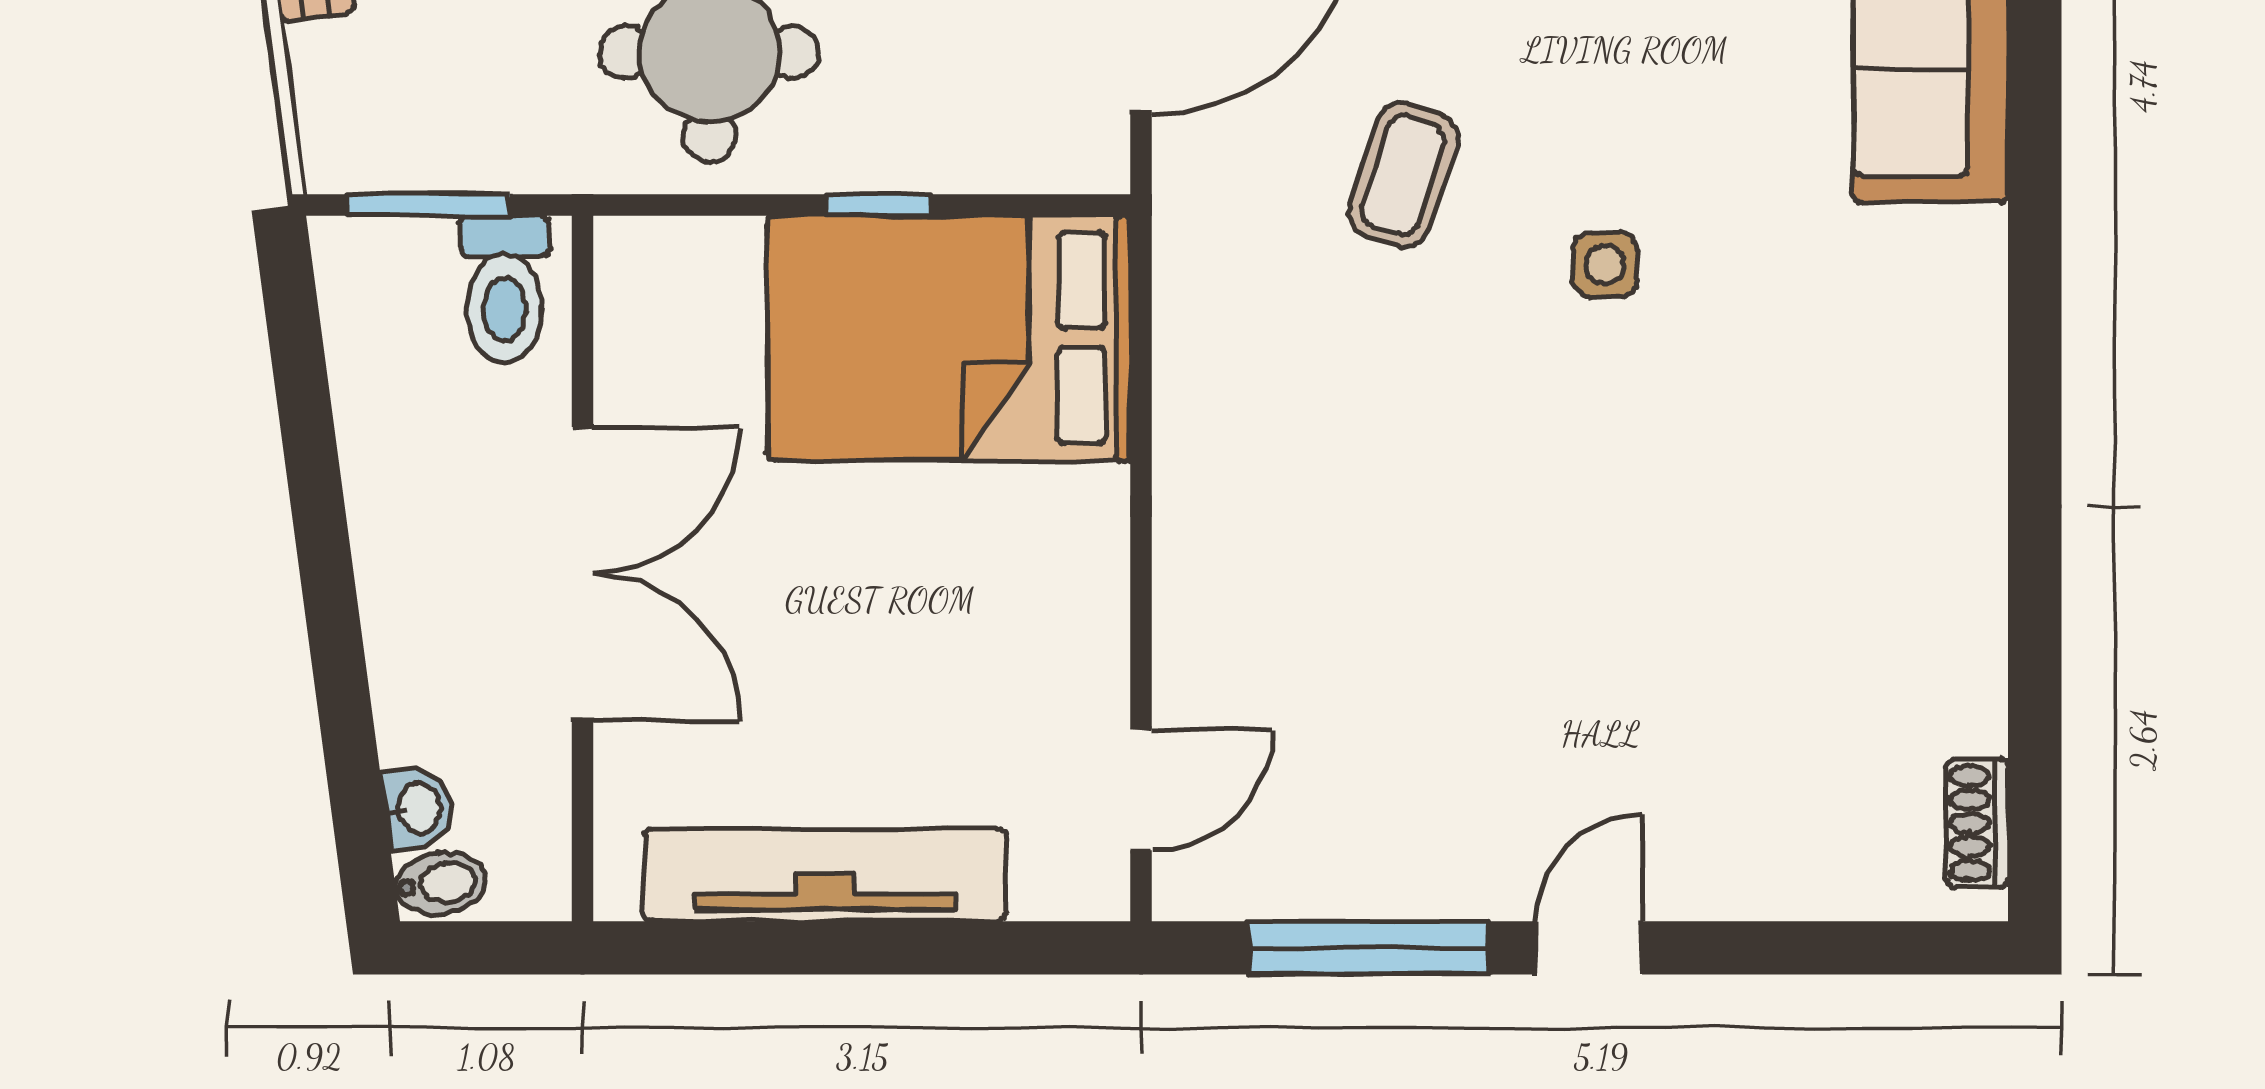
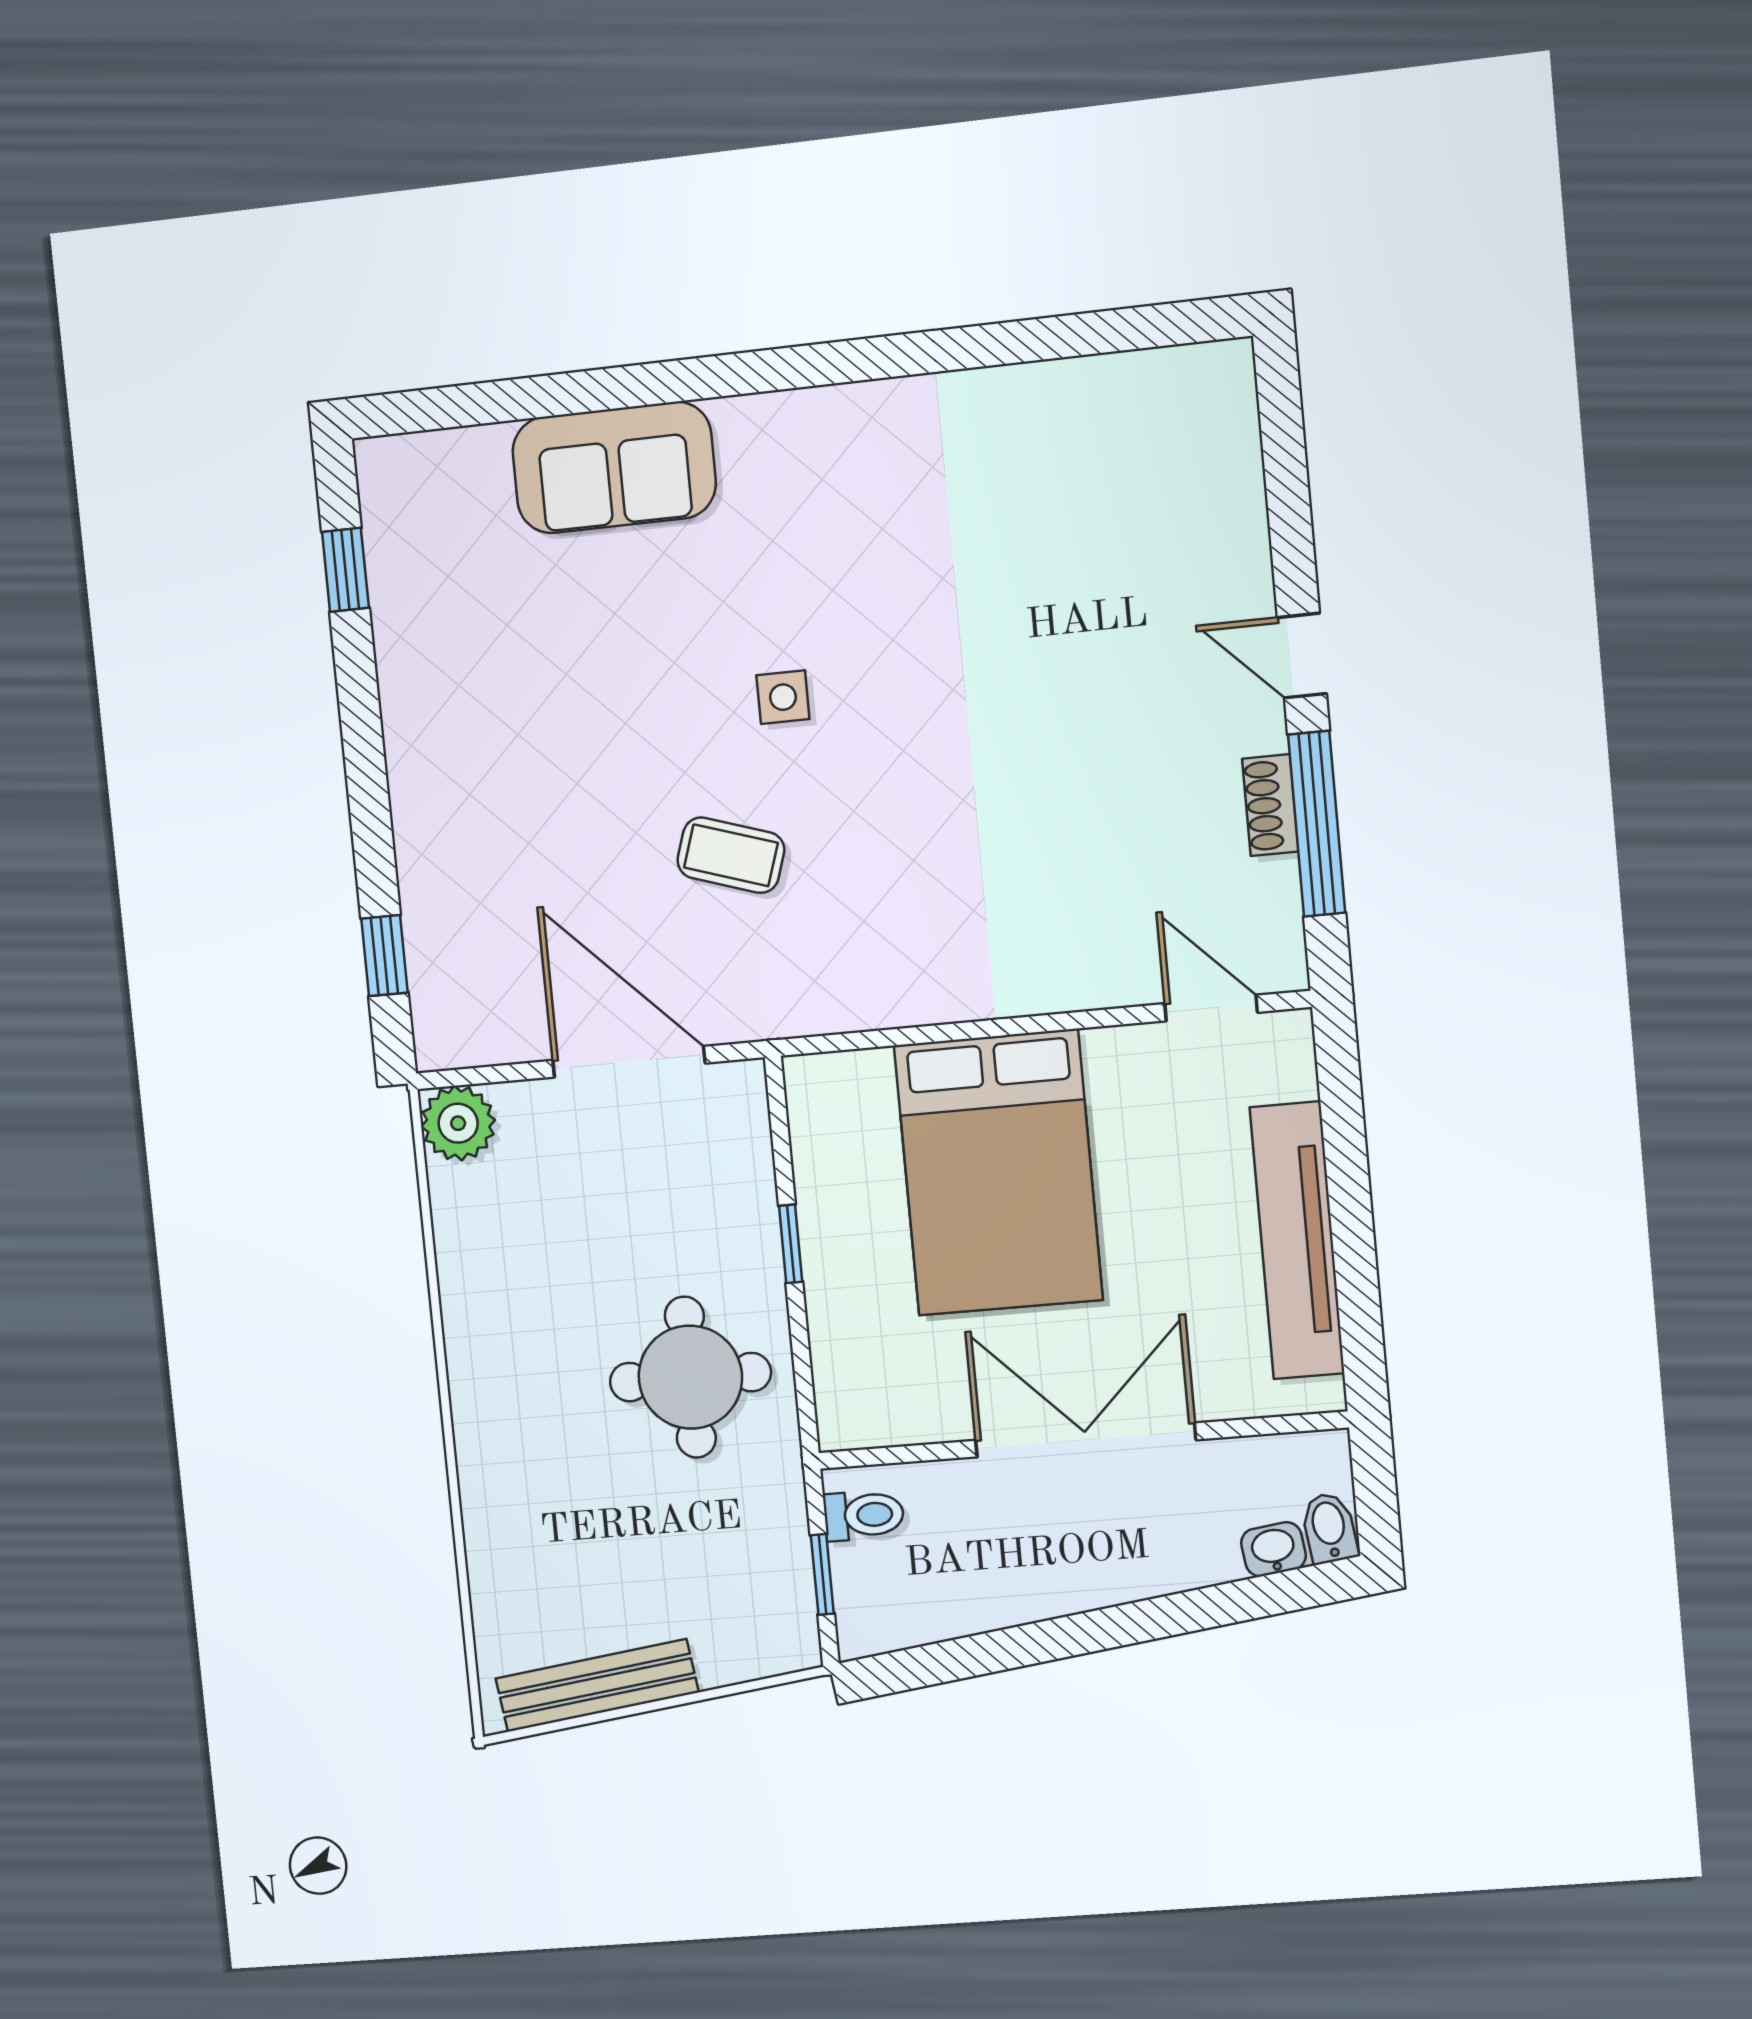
window: (429, 205) -> (822, 1574), width x0.67
toilet: (505, 289) -> (864, 1515), width x0.73, depth x0.72
bed: (949, 338) -> (998, 1173), moved
shoe rack: (1977, 823) -> (1270, 805), moved, turned 90

